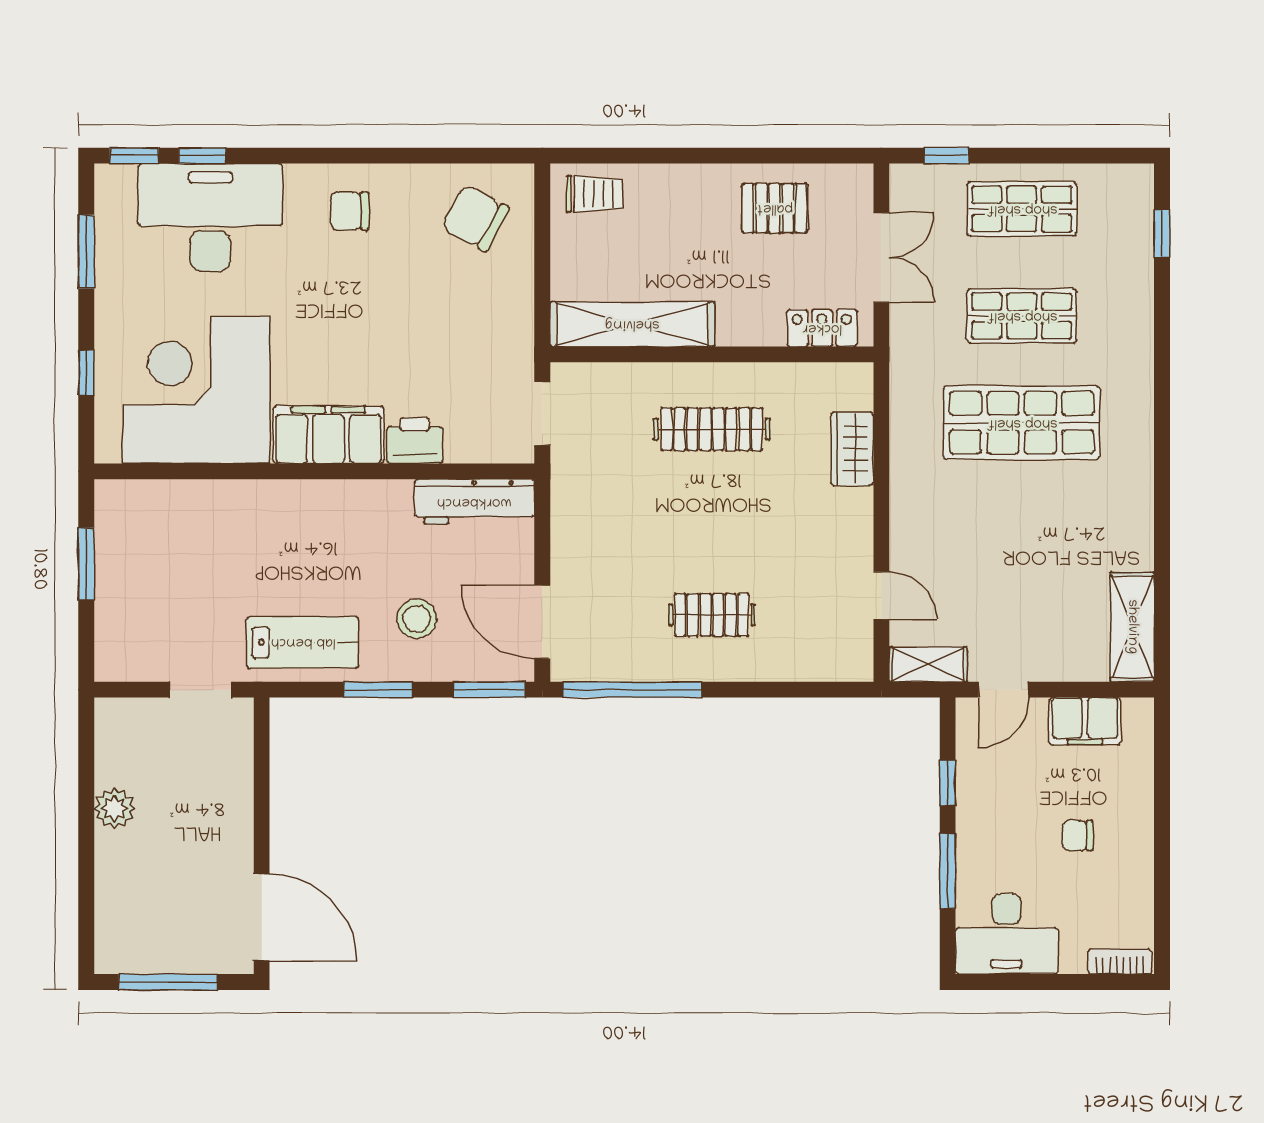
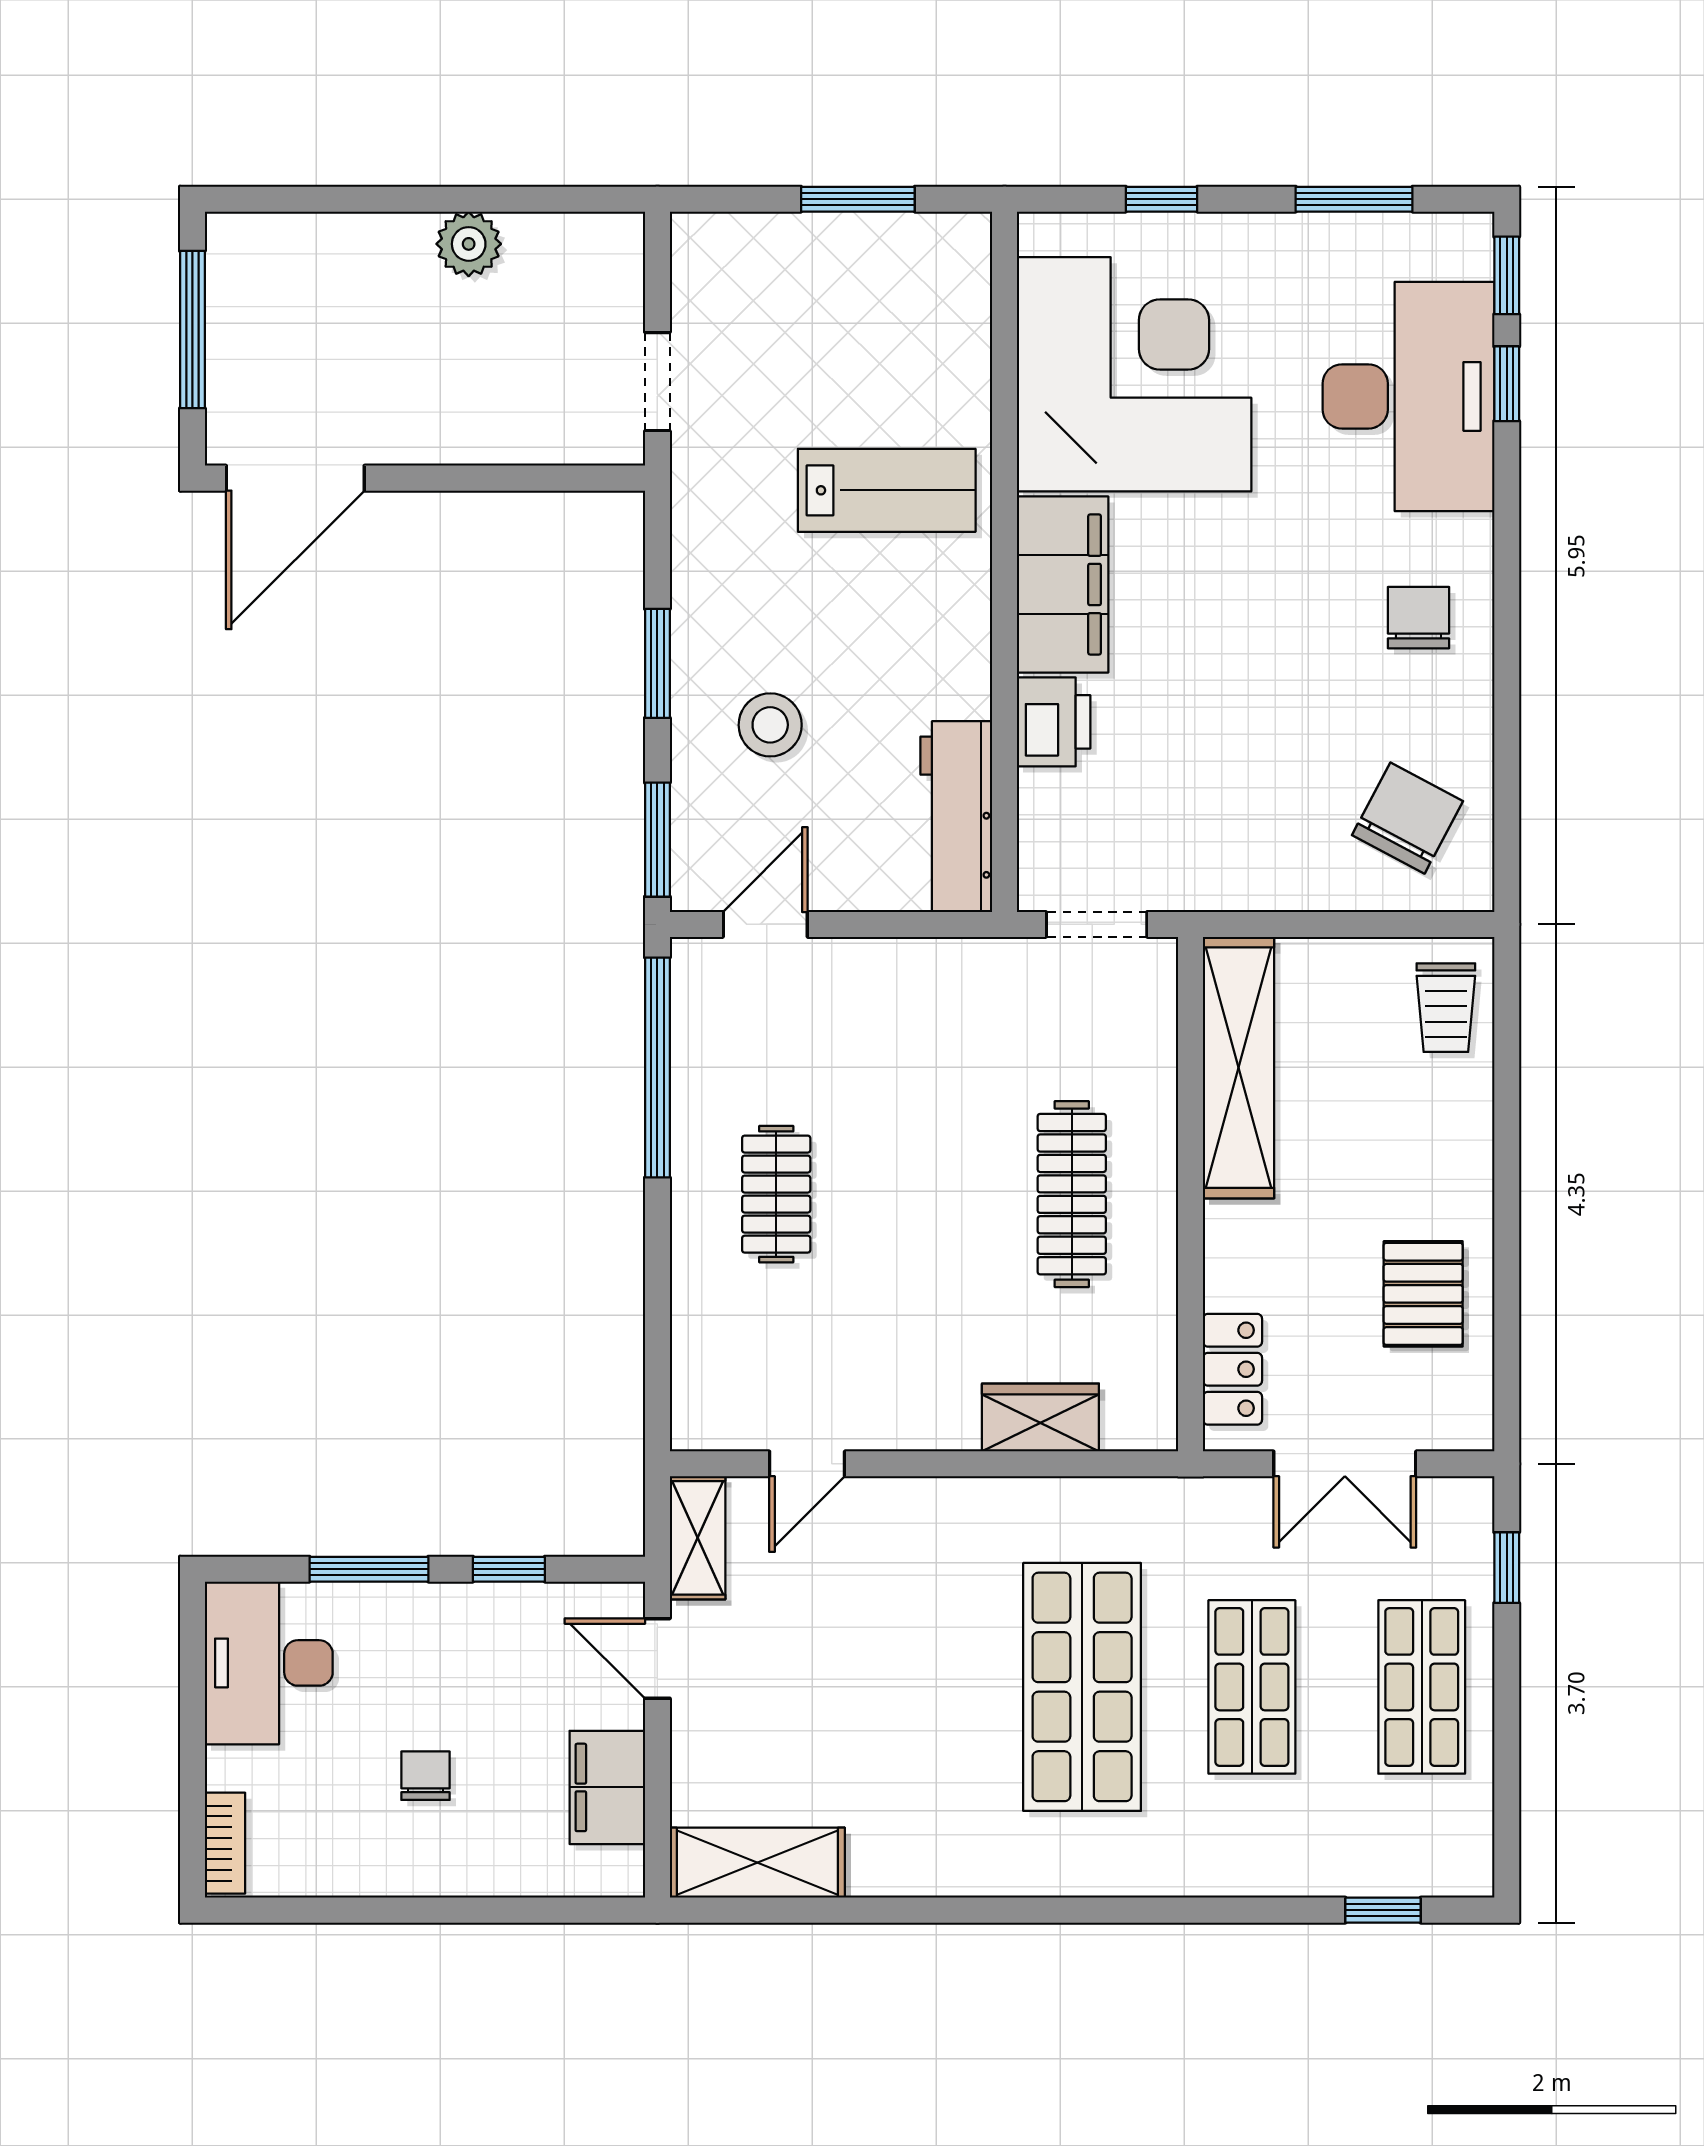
door: (542, 622) -> (765, 924), width x0.73
lab bench: (303, 642) -> (887, 490), moved, turned -90

